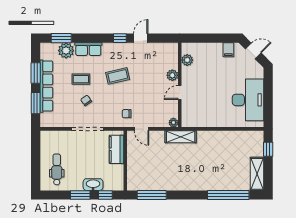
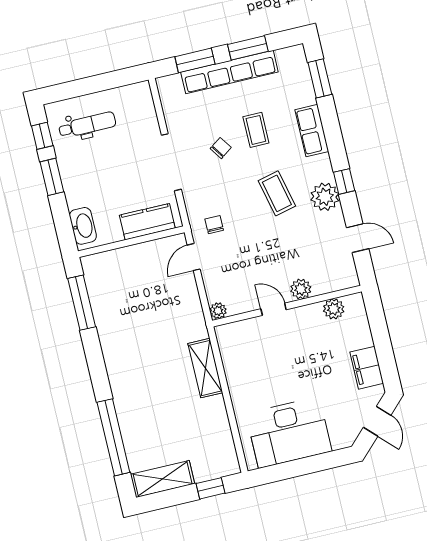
door: (141, 38) -> (358, 238), moved
filing cabinet: (228, 50) -> (367, 368), width x2.00
plant: (66, 51) -> (325, 197), moved
shelving: (181, 137) -> (205, 368), moved
washbasin: (93, 185) -> (83, 226), moved
window: (105, 195) -> (42, 136), moved

